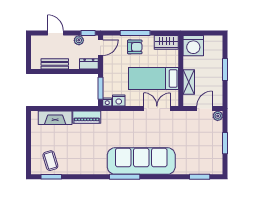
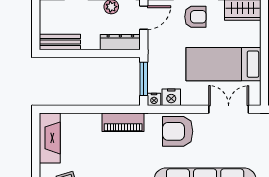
bench: (55, 64) -> (60, 42), moved
dresser: (89, 64) -> (120, 42), width x1.44
fireplace: (55, 118) -> (50, 138), moved, turned -90
armchair: (123, 123) -> (178, 131), added

